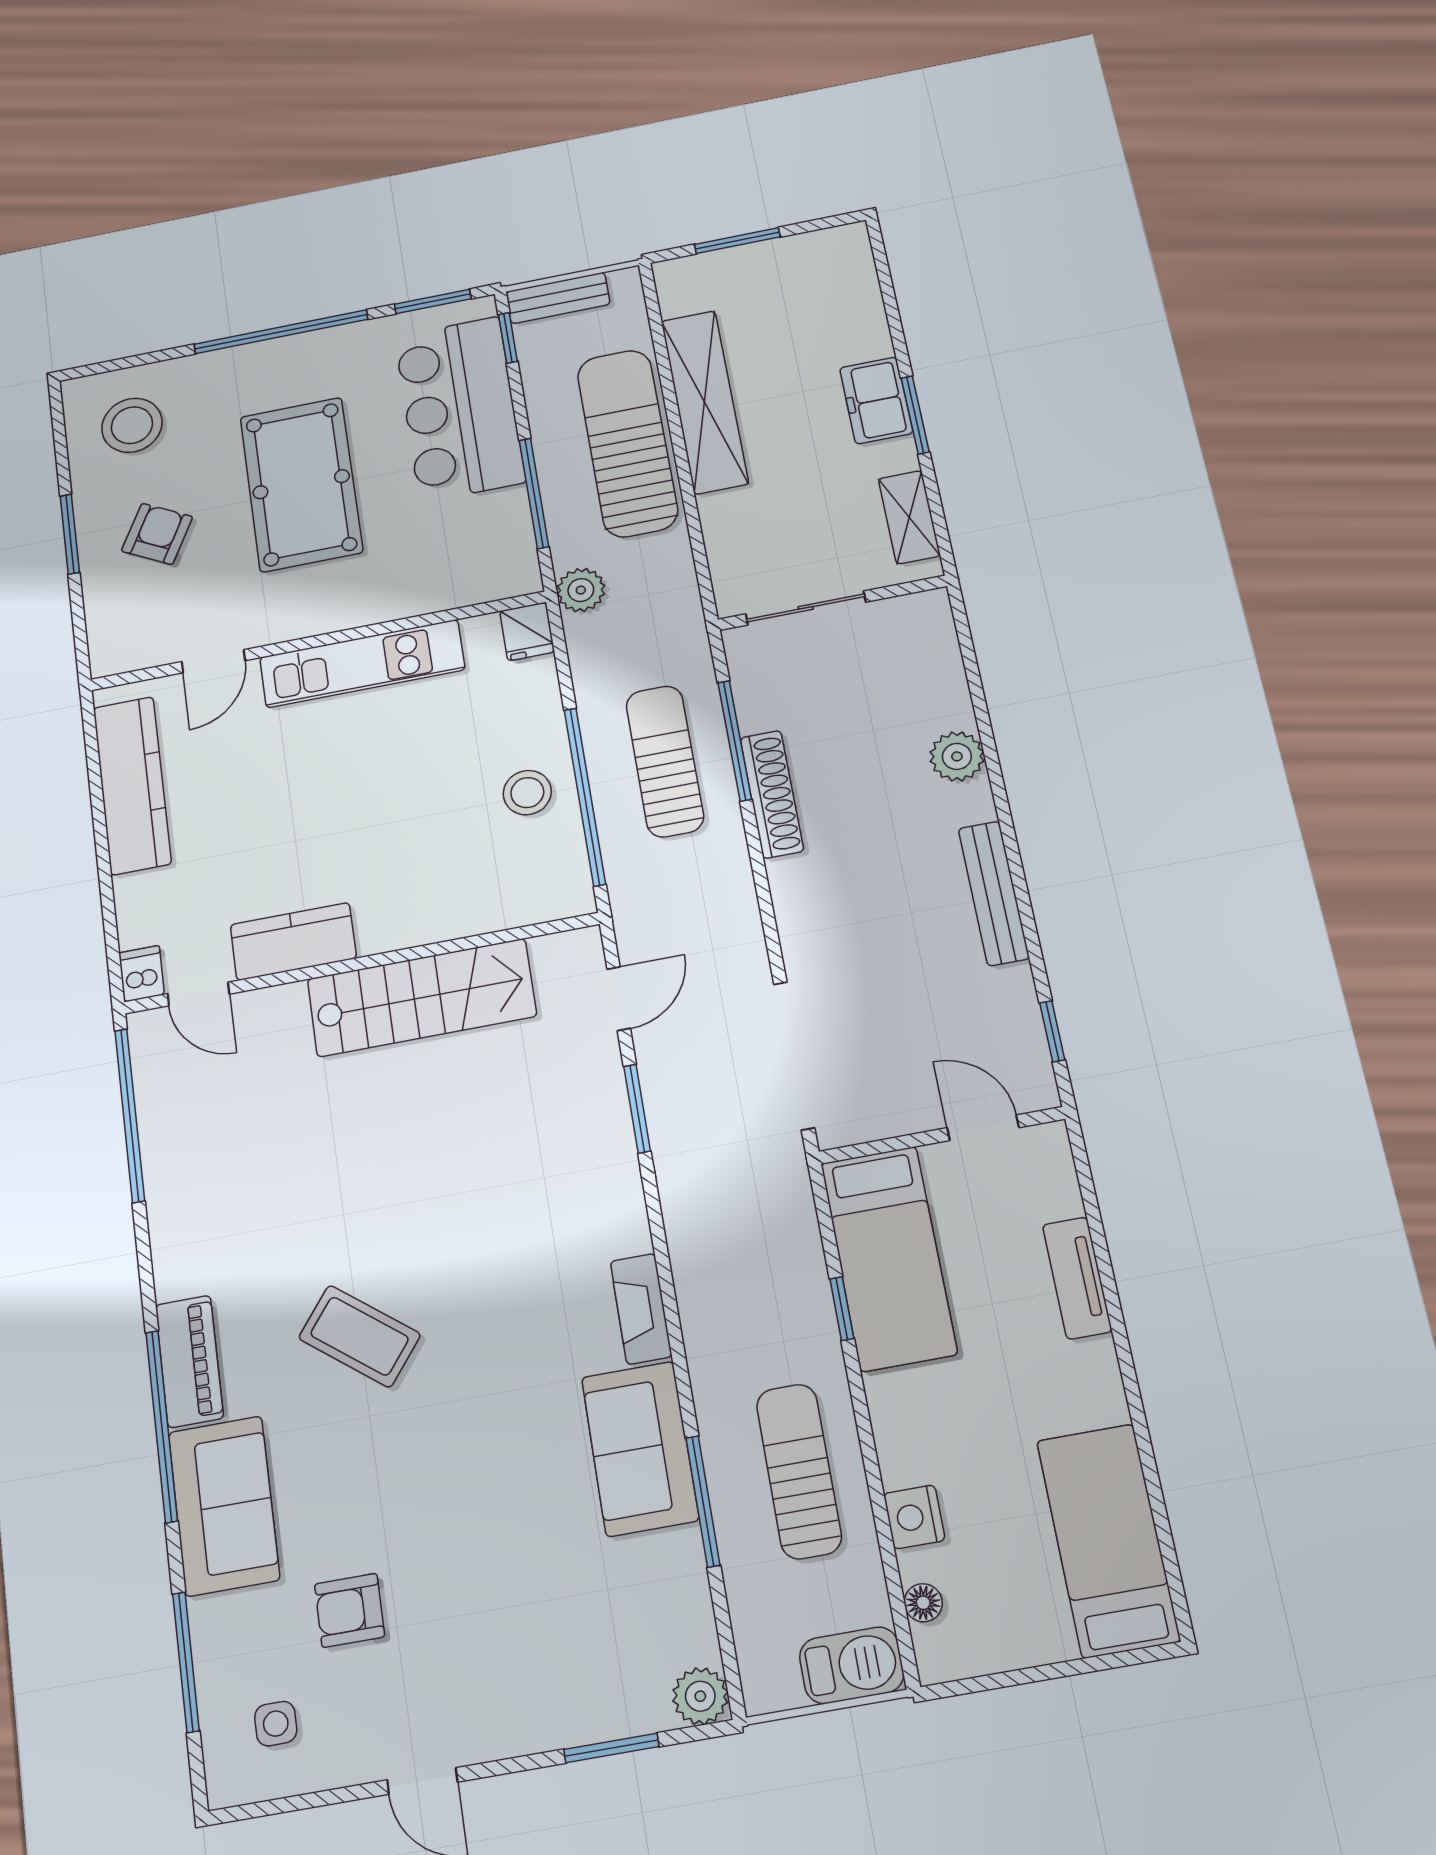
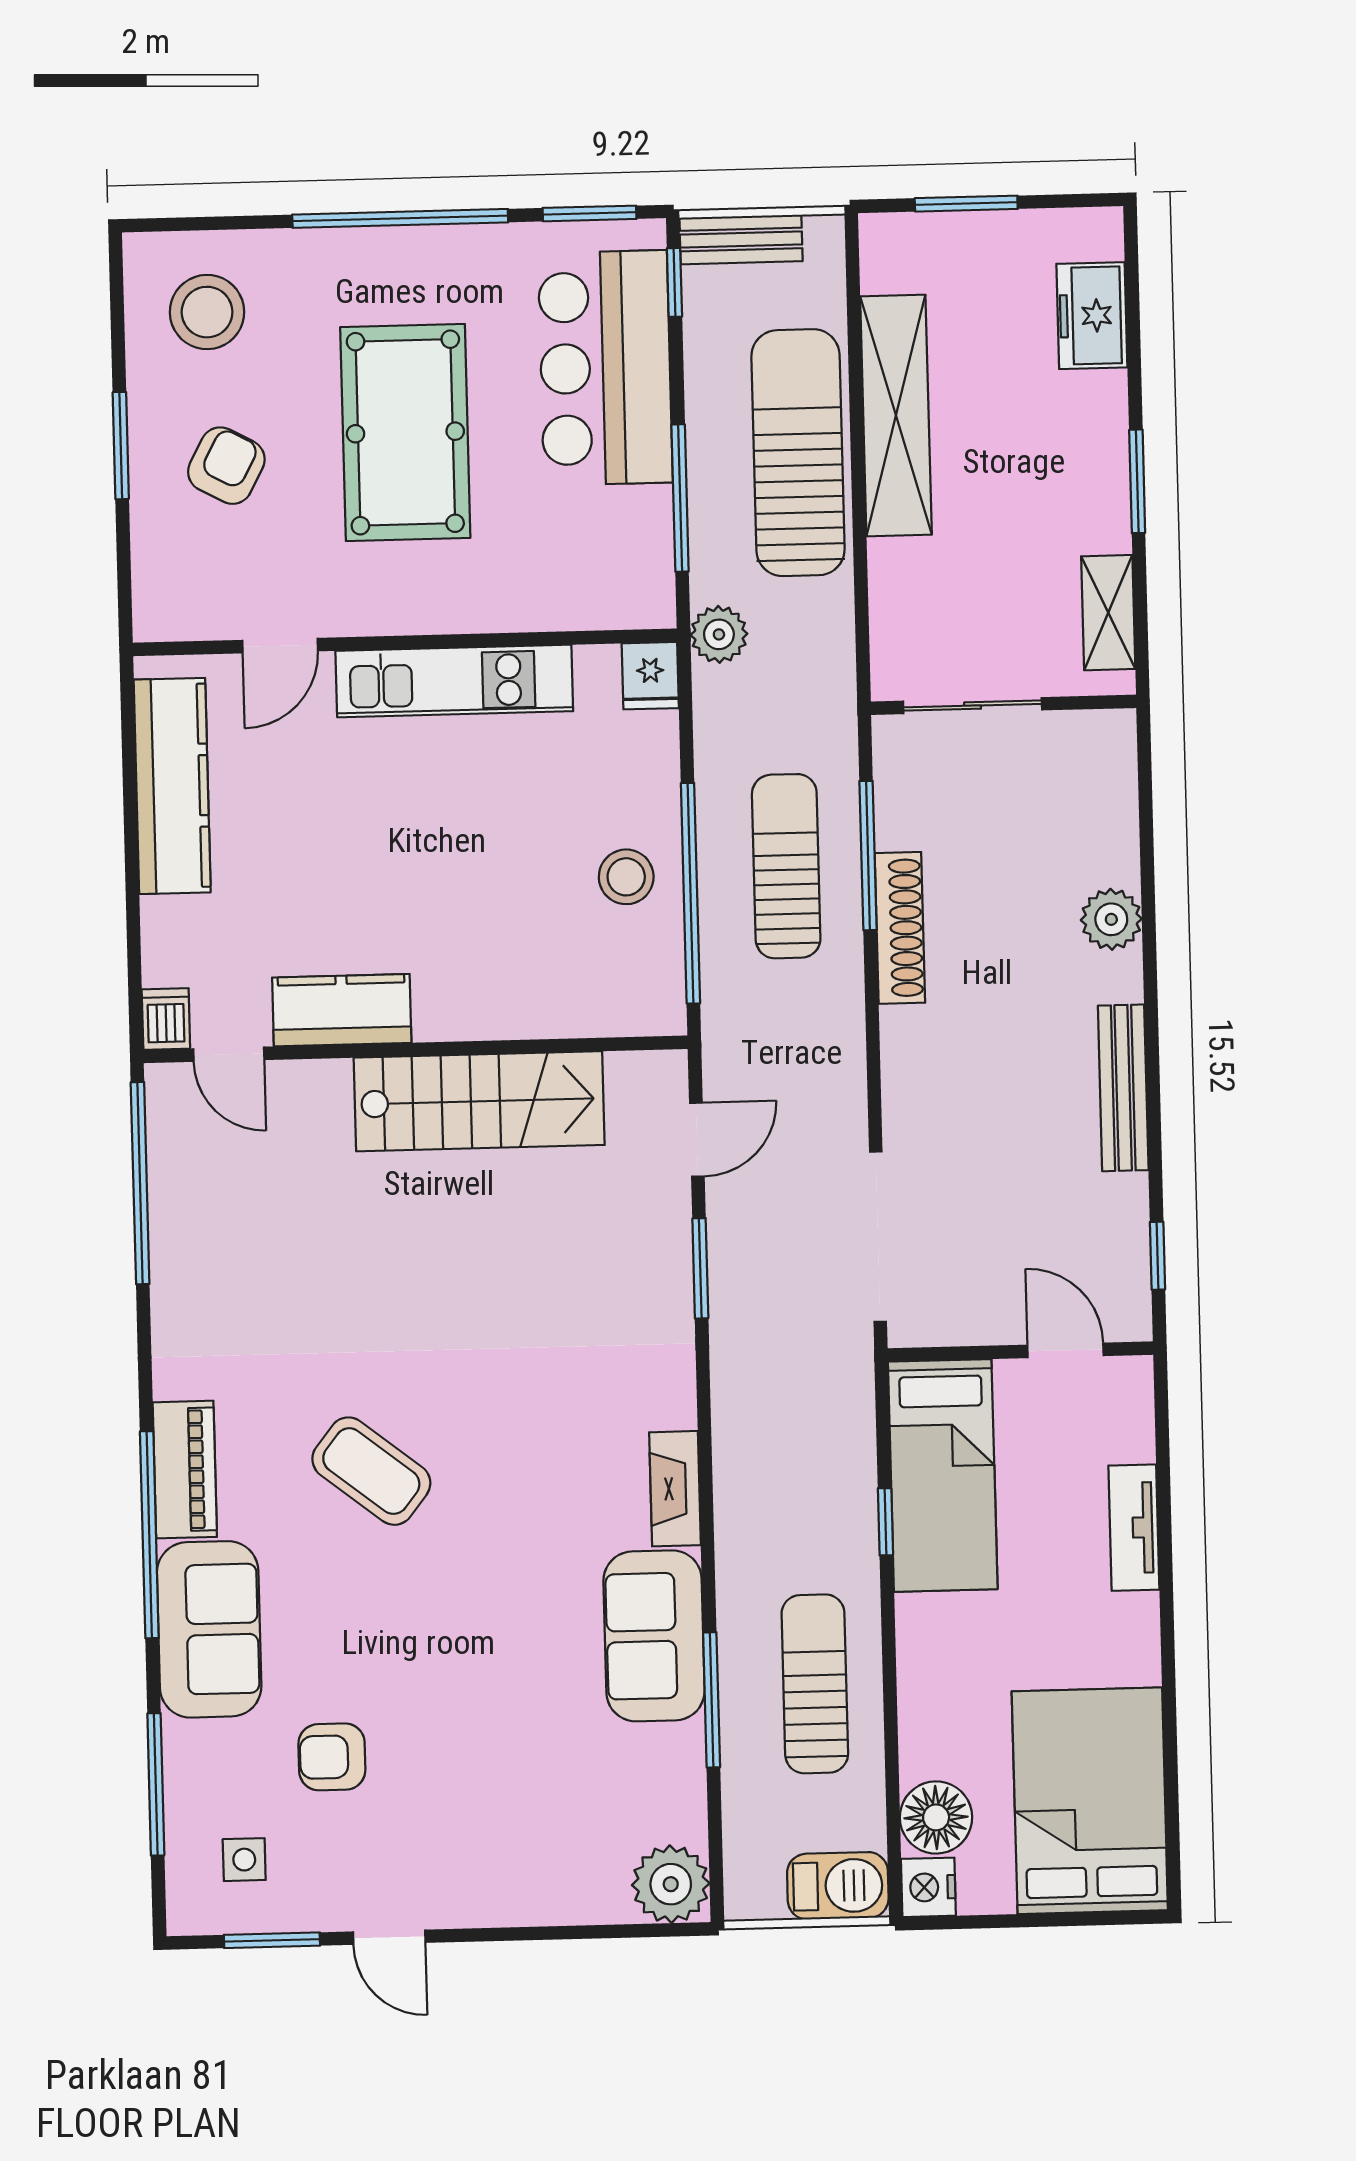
freezer: (876, 400) -> (1092, 316), moved
nightstand: (914, 1517) -> (928, 1887), moved
bed: (1108, 1540) -> (1090, 1801), width x1.50
floor lamp: (923, 1603) -> (936, 1817), width x1.89, depth x1.89
plant: (700, 1696) -> (671, 1884), width x1.36, depth x1.36
window: (611, 1748) -> (272, 1940), moved

